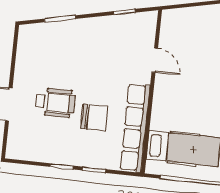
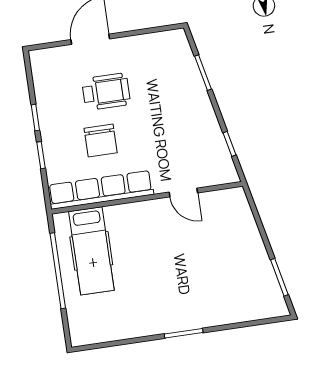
door: (155, 60) -> (183, 192), hinge flipped
wheelchair: (55, 103) -> (106, 92), turned -90

